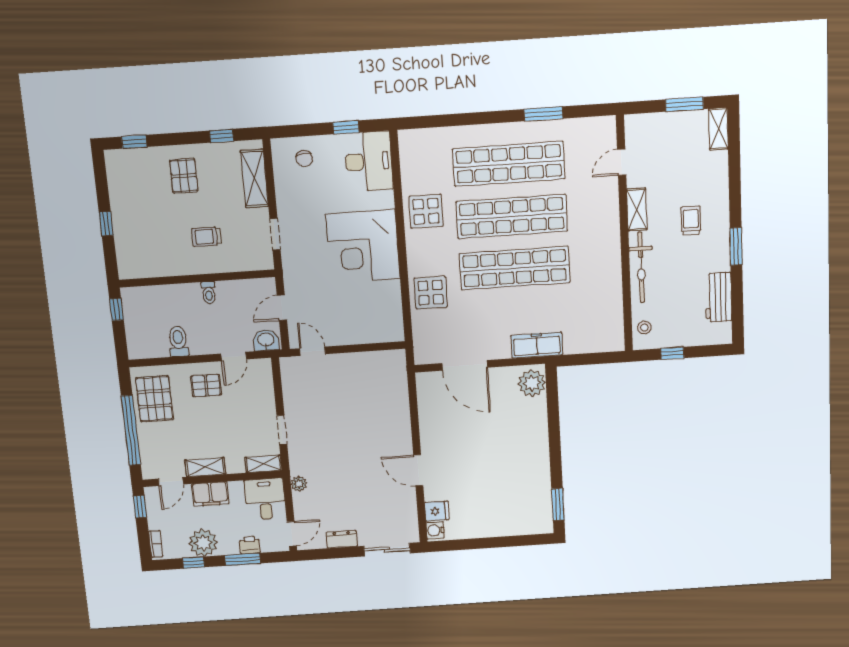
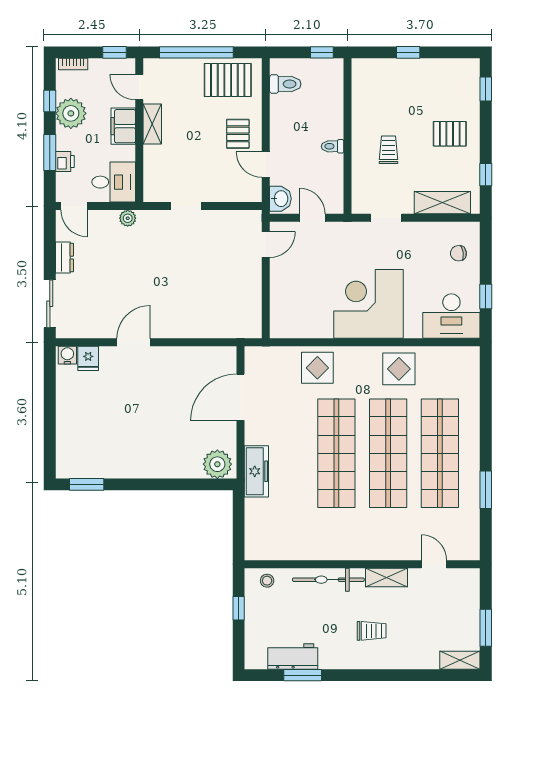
window: (736, 246) -> (303, 675), moved
toilet: (178, 341) -> (285, 84), moved
shelving: (263, 464) -> (152, 184), removed

